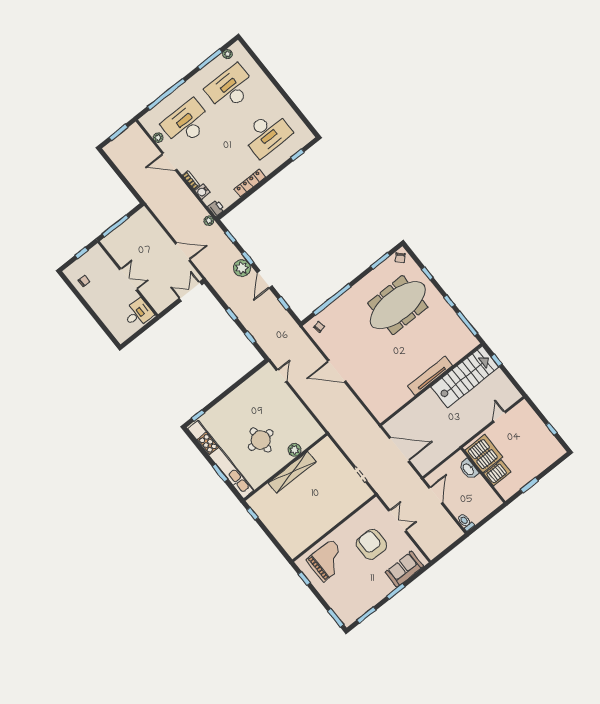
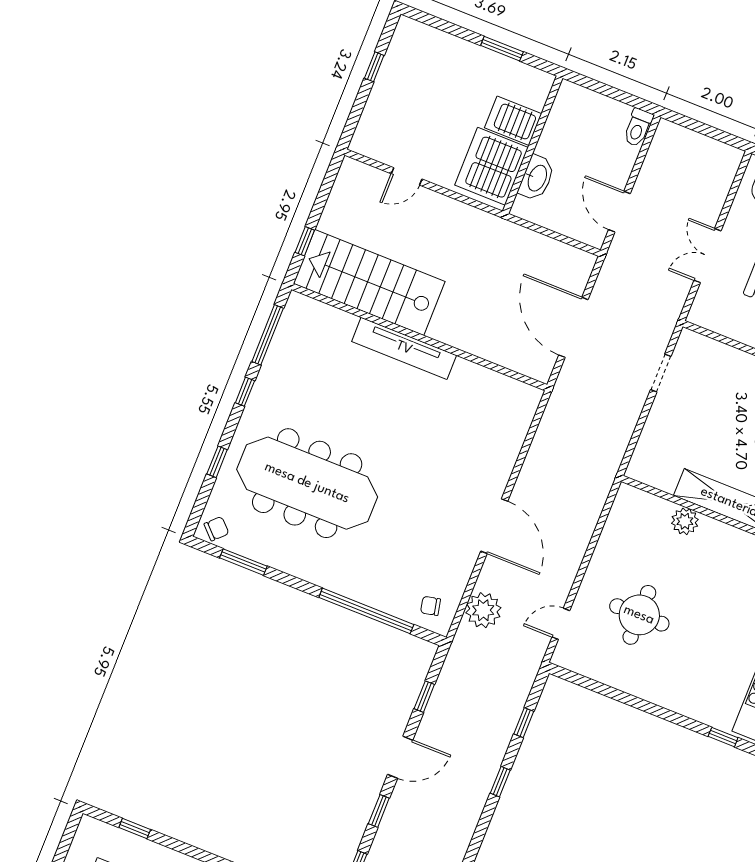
plant: (242, 268) -> (483, 610), moved
round table: (261, 440) -> (639, 615), moved
door: (436, 495) -> (619, 212), hinge flipped

